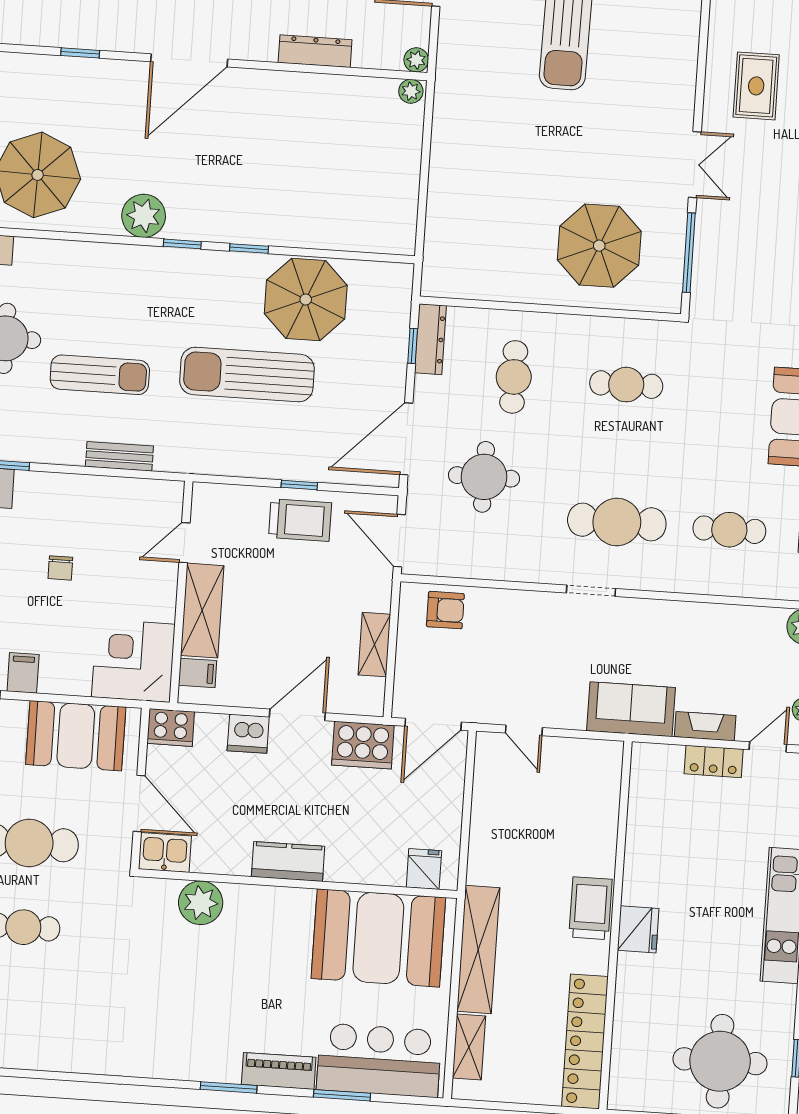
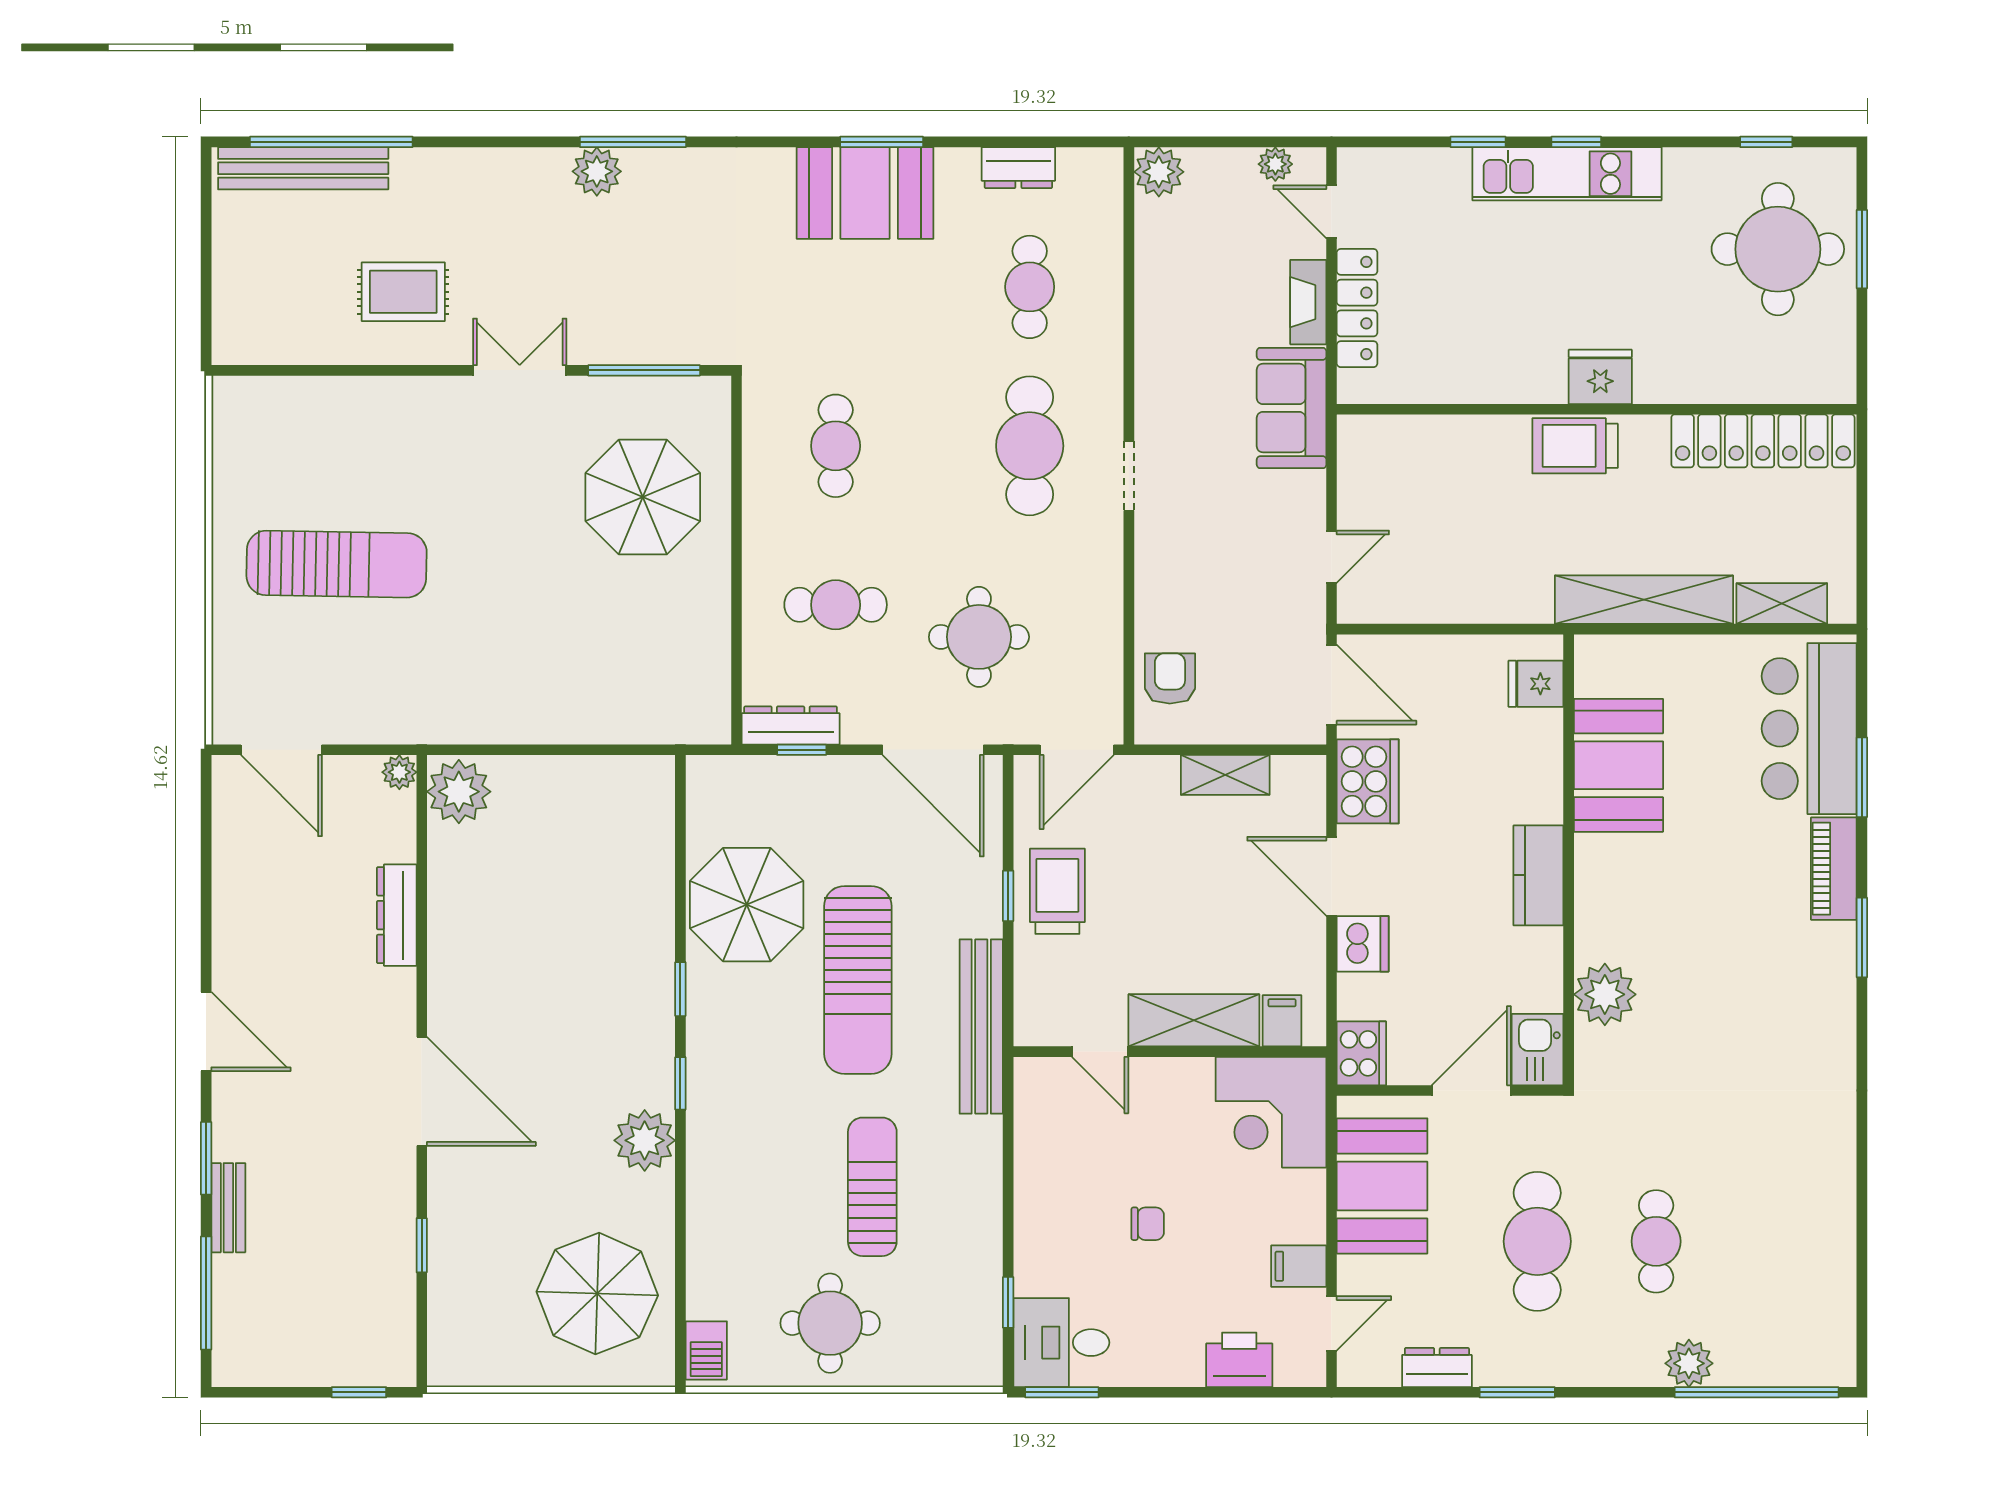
plant: (411, 91) -> (459, 792), width x1.87, depth x1.87
bench: (119, 456) -> (981, 1026), moved, width x1.86, depth x1.21
locker: (714, 761) -> (1357, 308), width x1.53
booth: (378, 938) -> (1618, 765), width x0.73, depth x0.70

